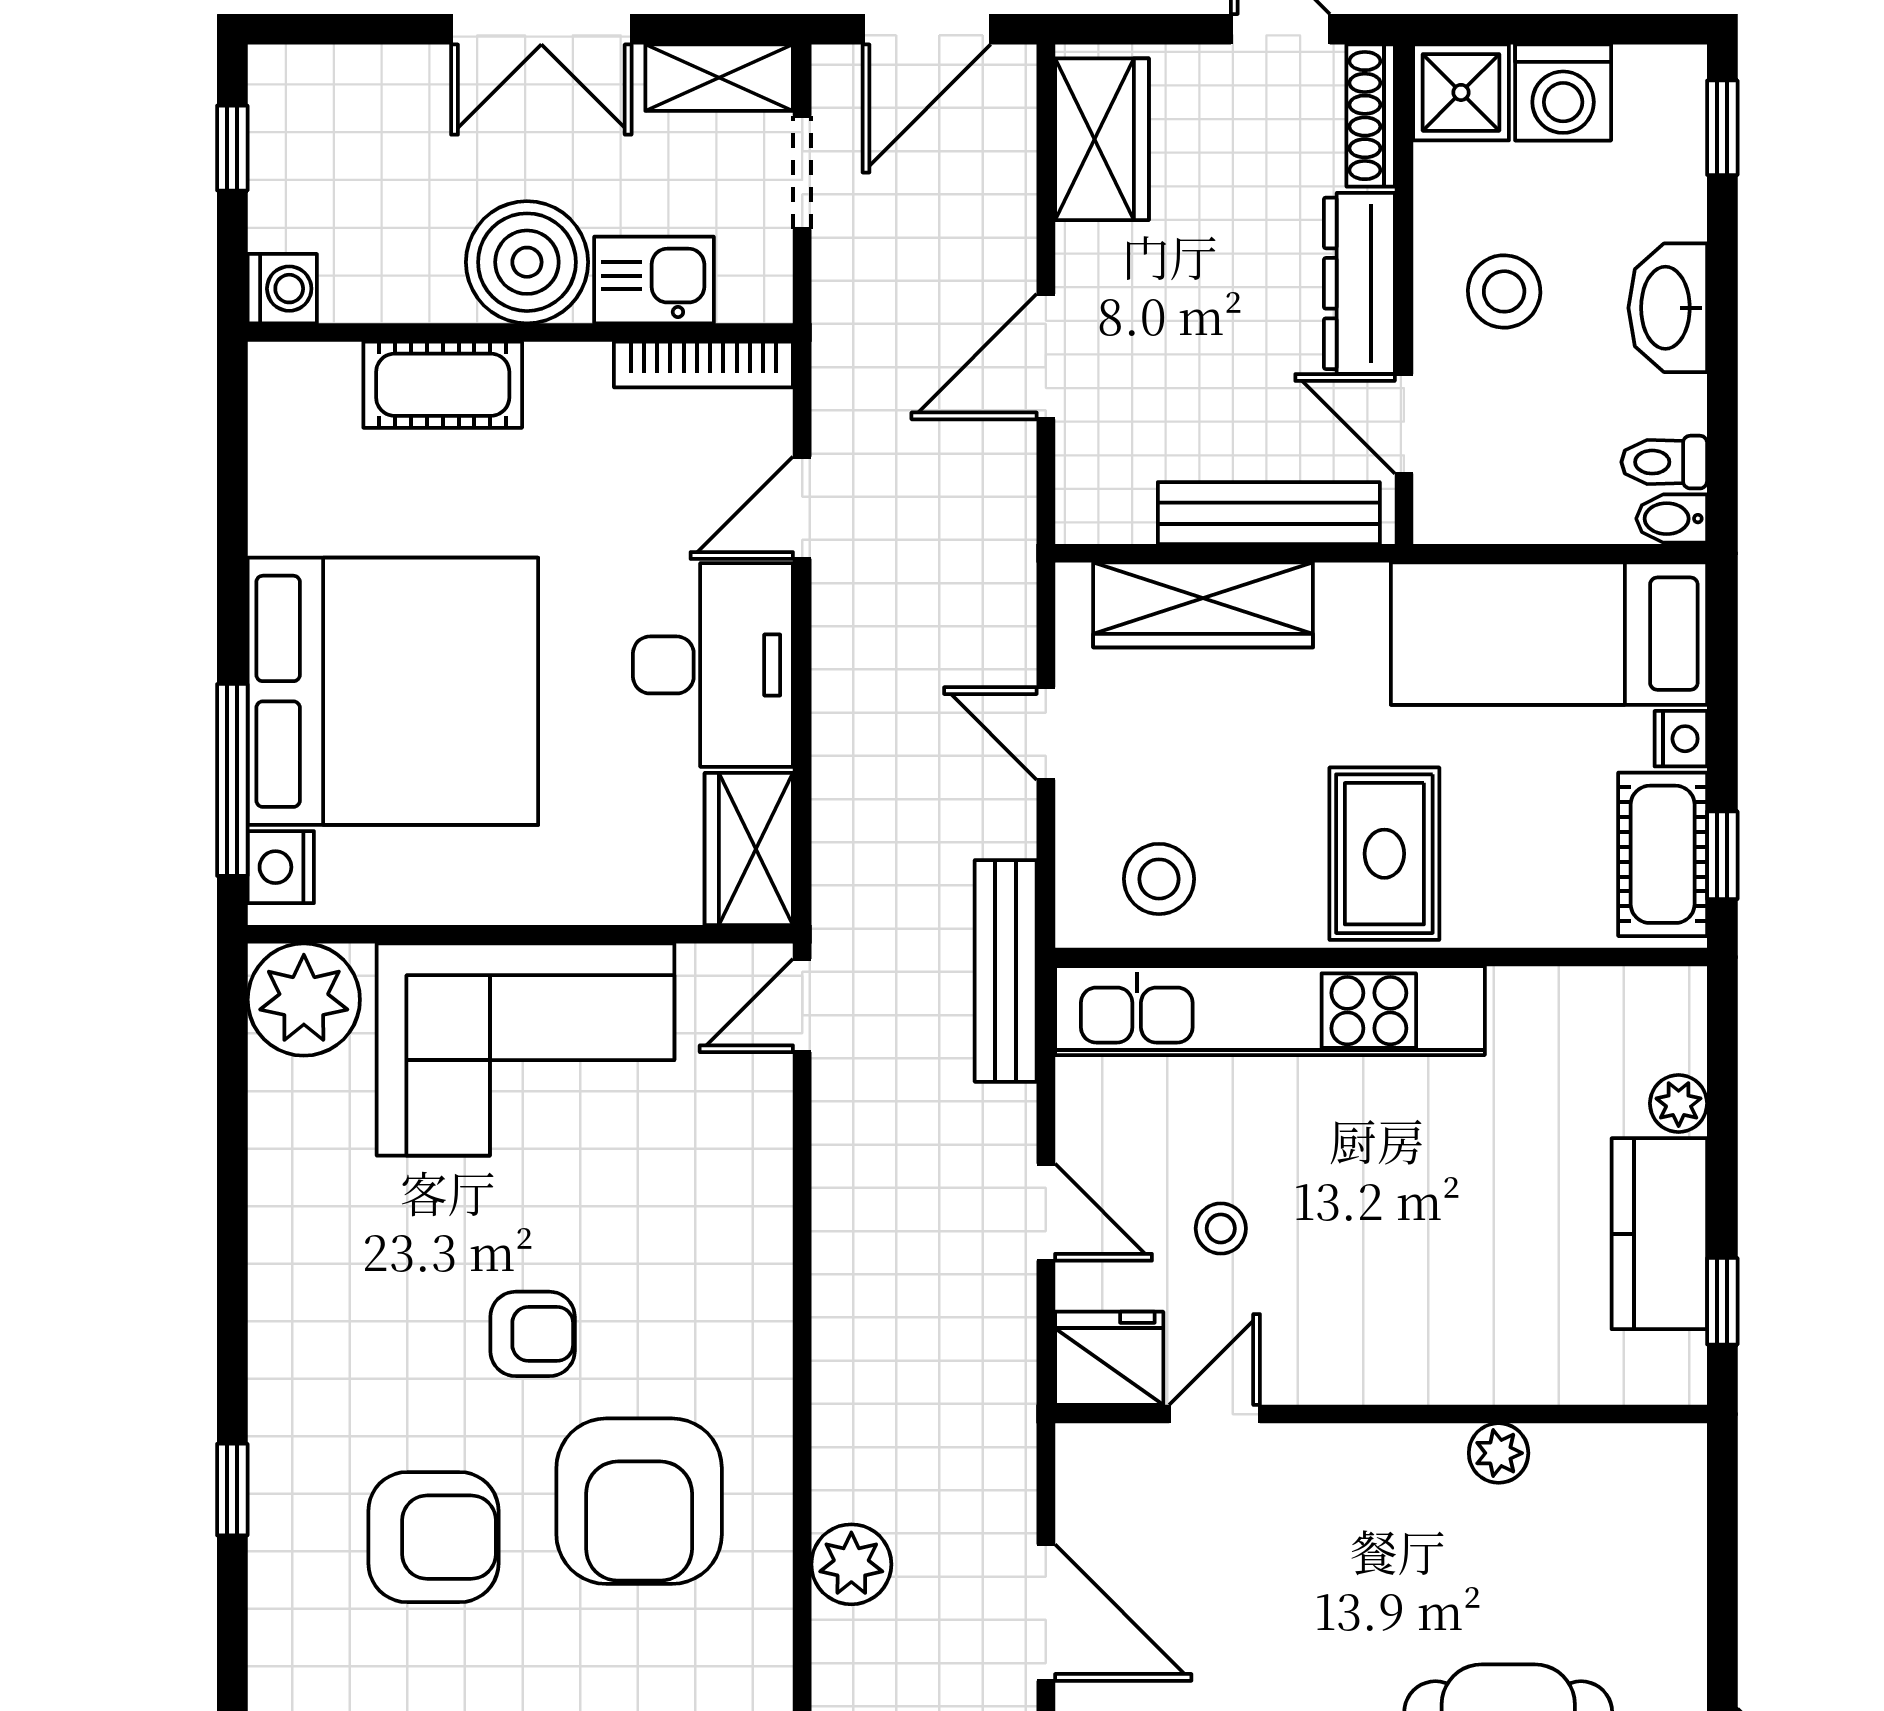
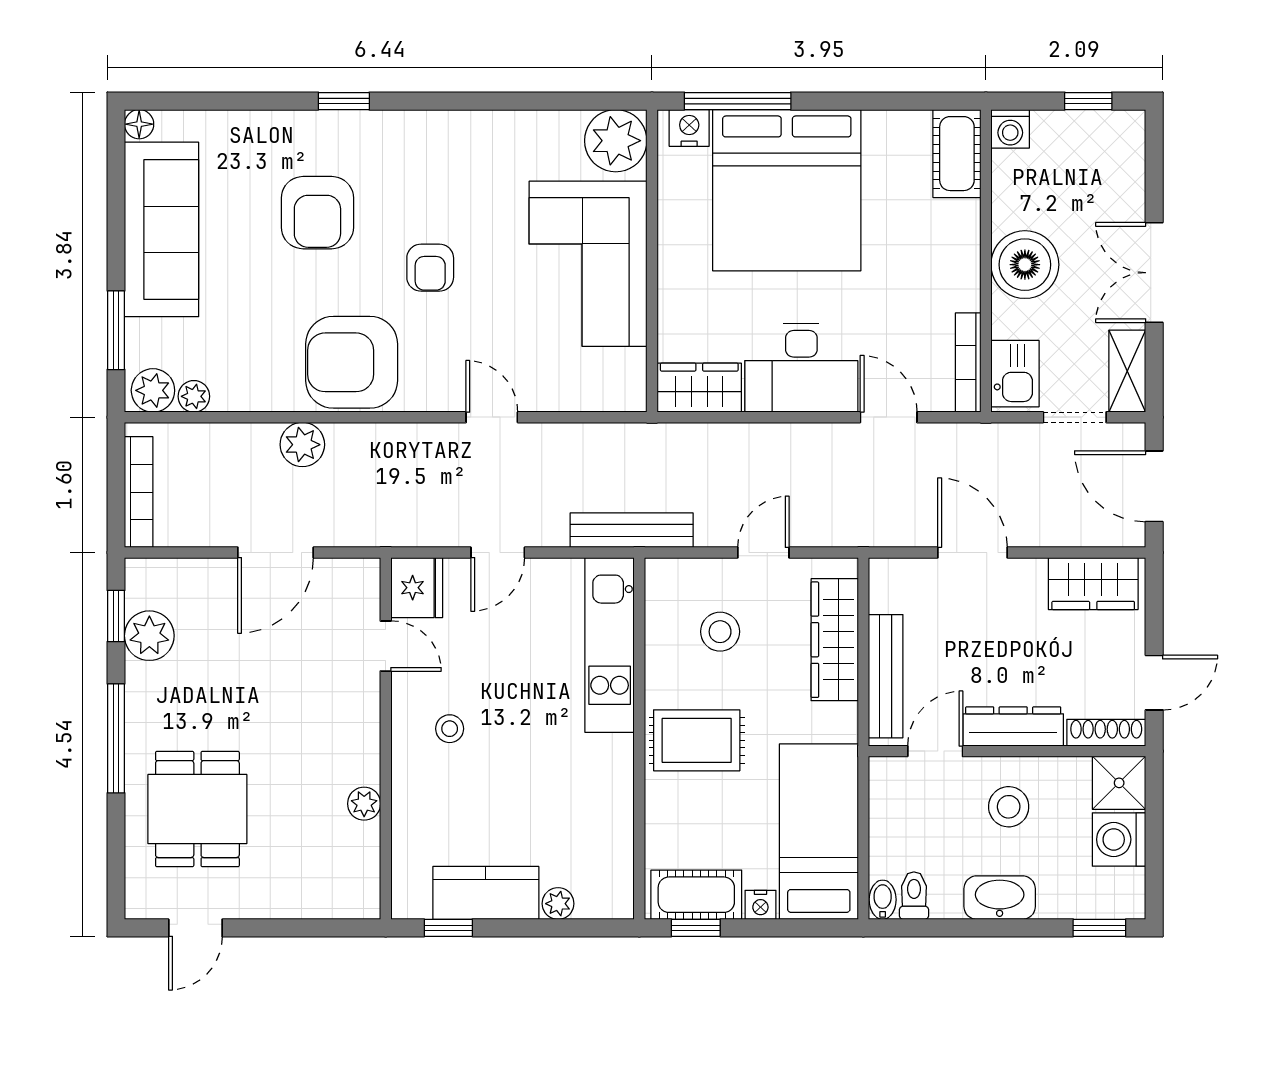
kitchen sink: (654, 280) -> (1015, 374), moved
cot: (443, 385) -> (957, 154), moved
stool: (1159, 879) -> (720, 632), moved
door: (802, 1005) -> (492, 417), moved
kitchen unit: (1270, 1011) -> (610, 645), width x0.73
stool: (1221, 1228) -> (450, 729), moved
armchair: (639, 1501) -> (352, 362), moved

